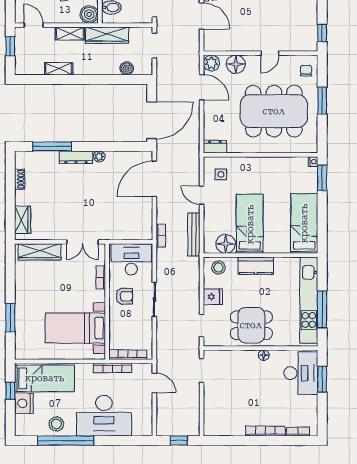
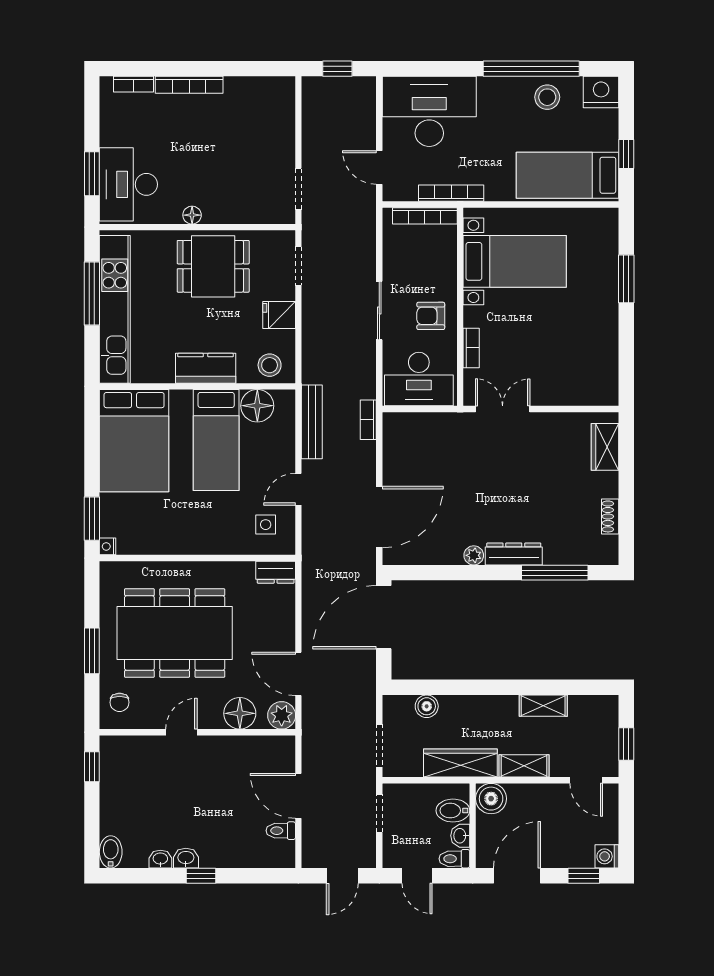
door: (202, 195) -> (298, 489), swing flipped
bed: (304, 223) -> (134, 441), width x1.50
wardrobe: (40, 252) -> (576, 392), removed
nightstand: (24, 403) -> (601, 92), moved, turned -90
desk: (104, 416) -> (429, 111), moved

